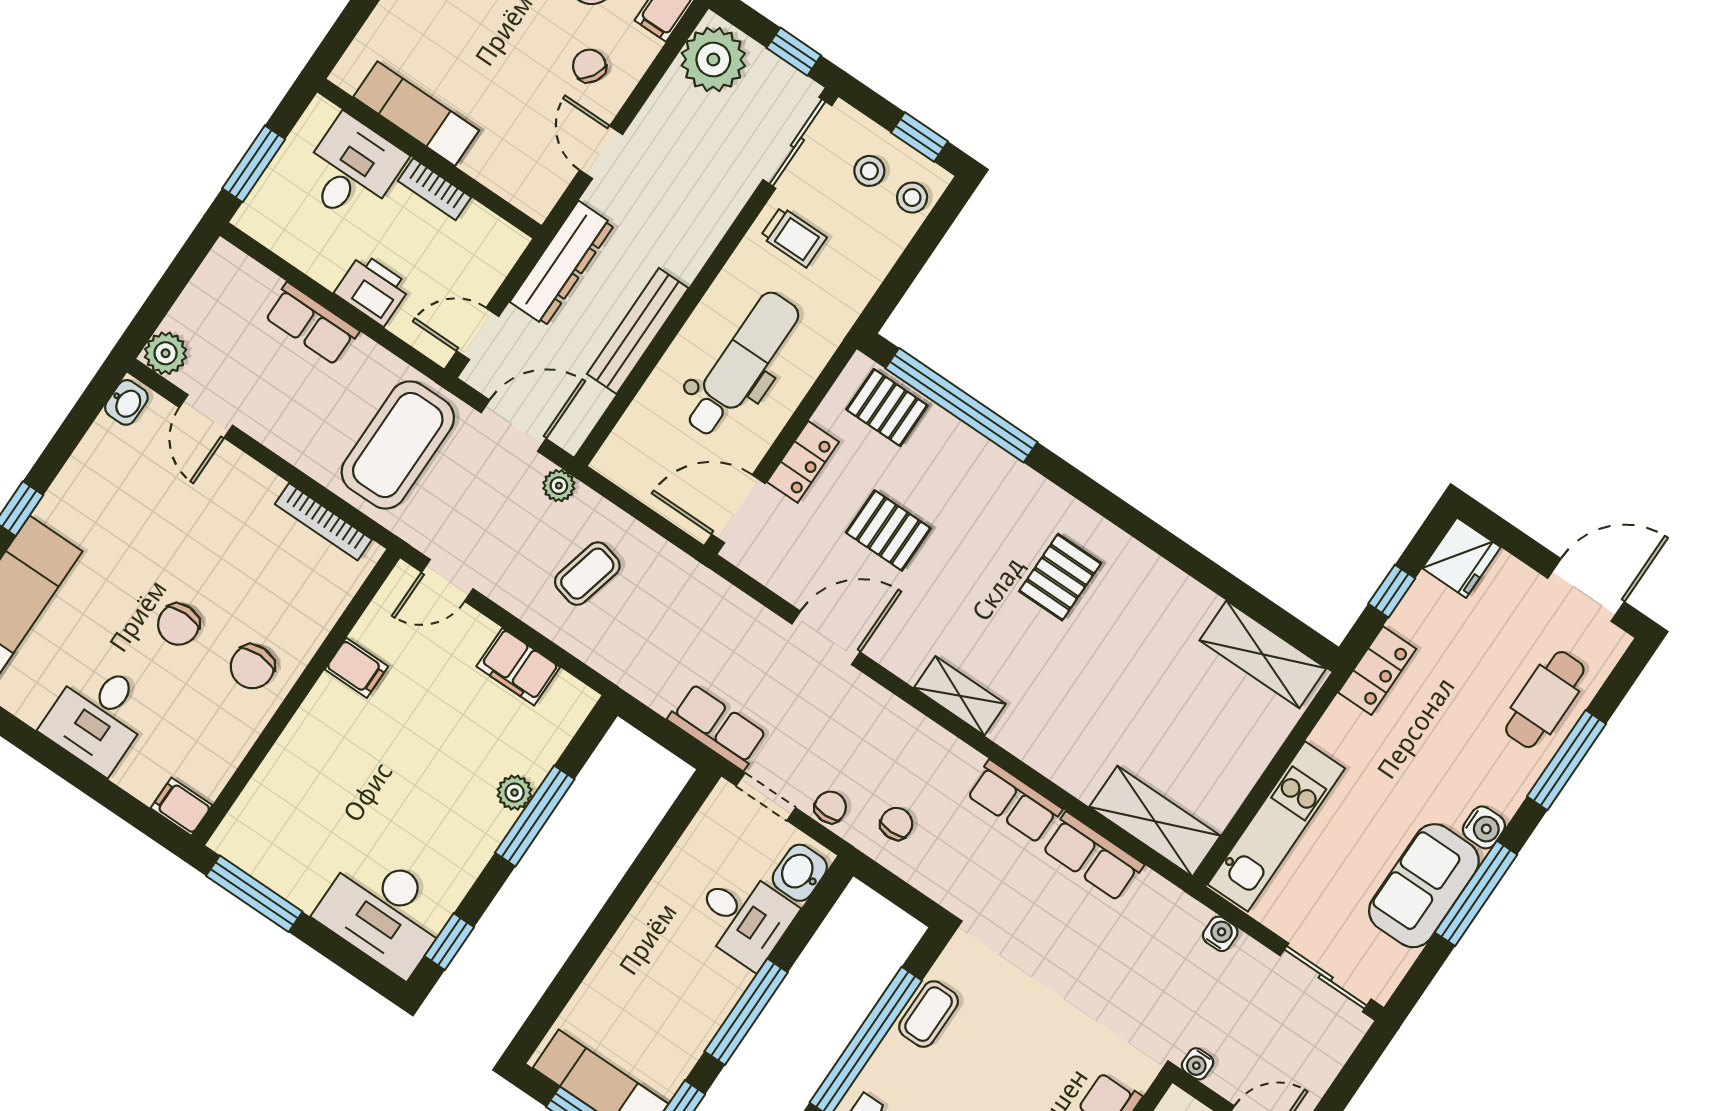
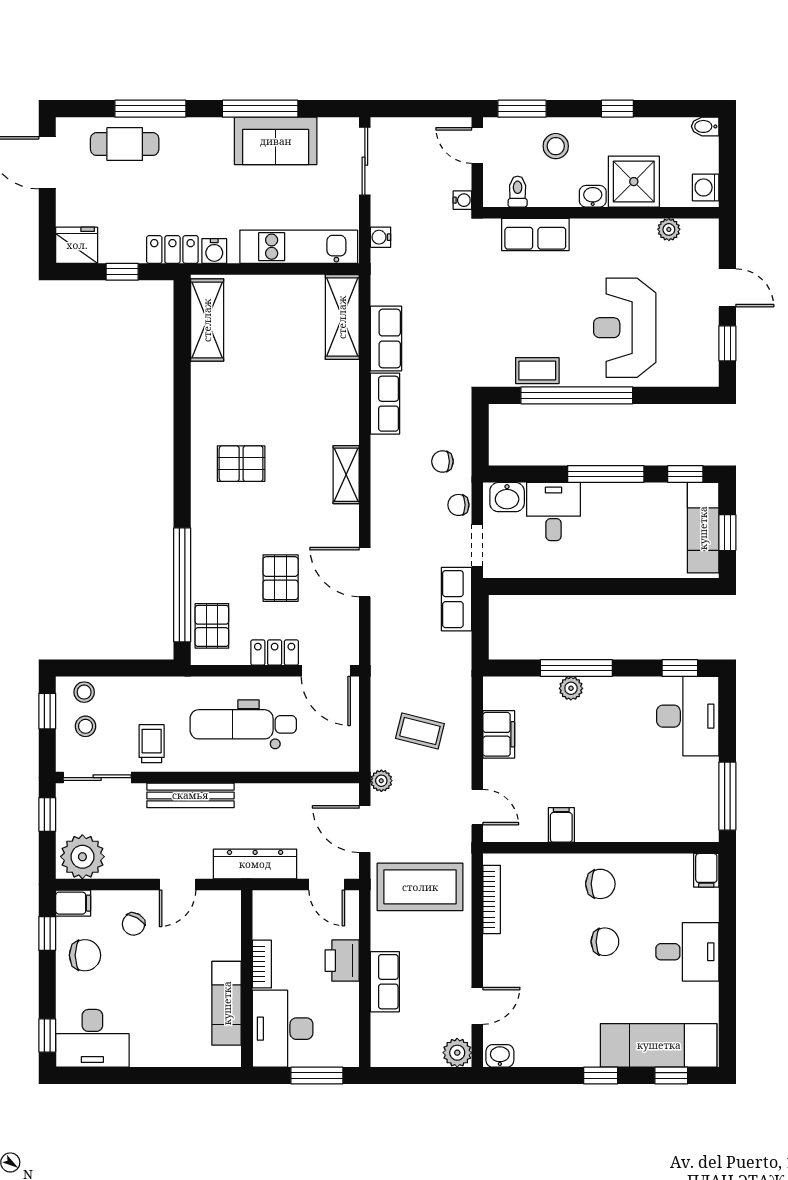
desk: (352, 170) -> (283, 1029), width x1.37
bench: (638, 331) -> (190, 795), moved
water cooler: (1484, 827) -> (214, 251), moved, turned 180

